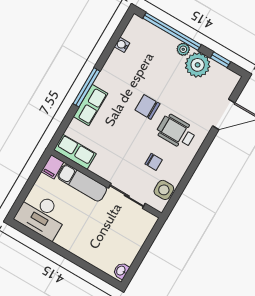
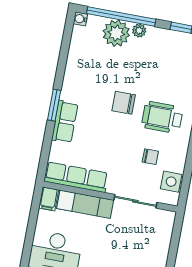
water cooler: (122, 45) -> (80, 19), moved
plant: (198, 65) -> (116, 33), moved
window: (86, 87) -> (54, 105), width x0.69
row of seats: (75, 152) -> (76, 177), width x1.48

